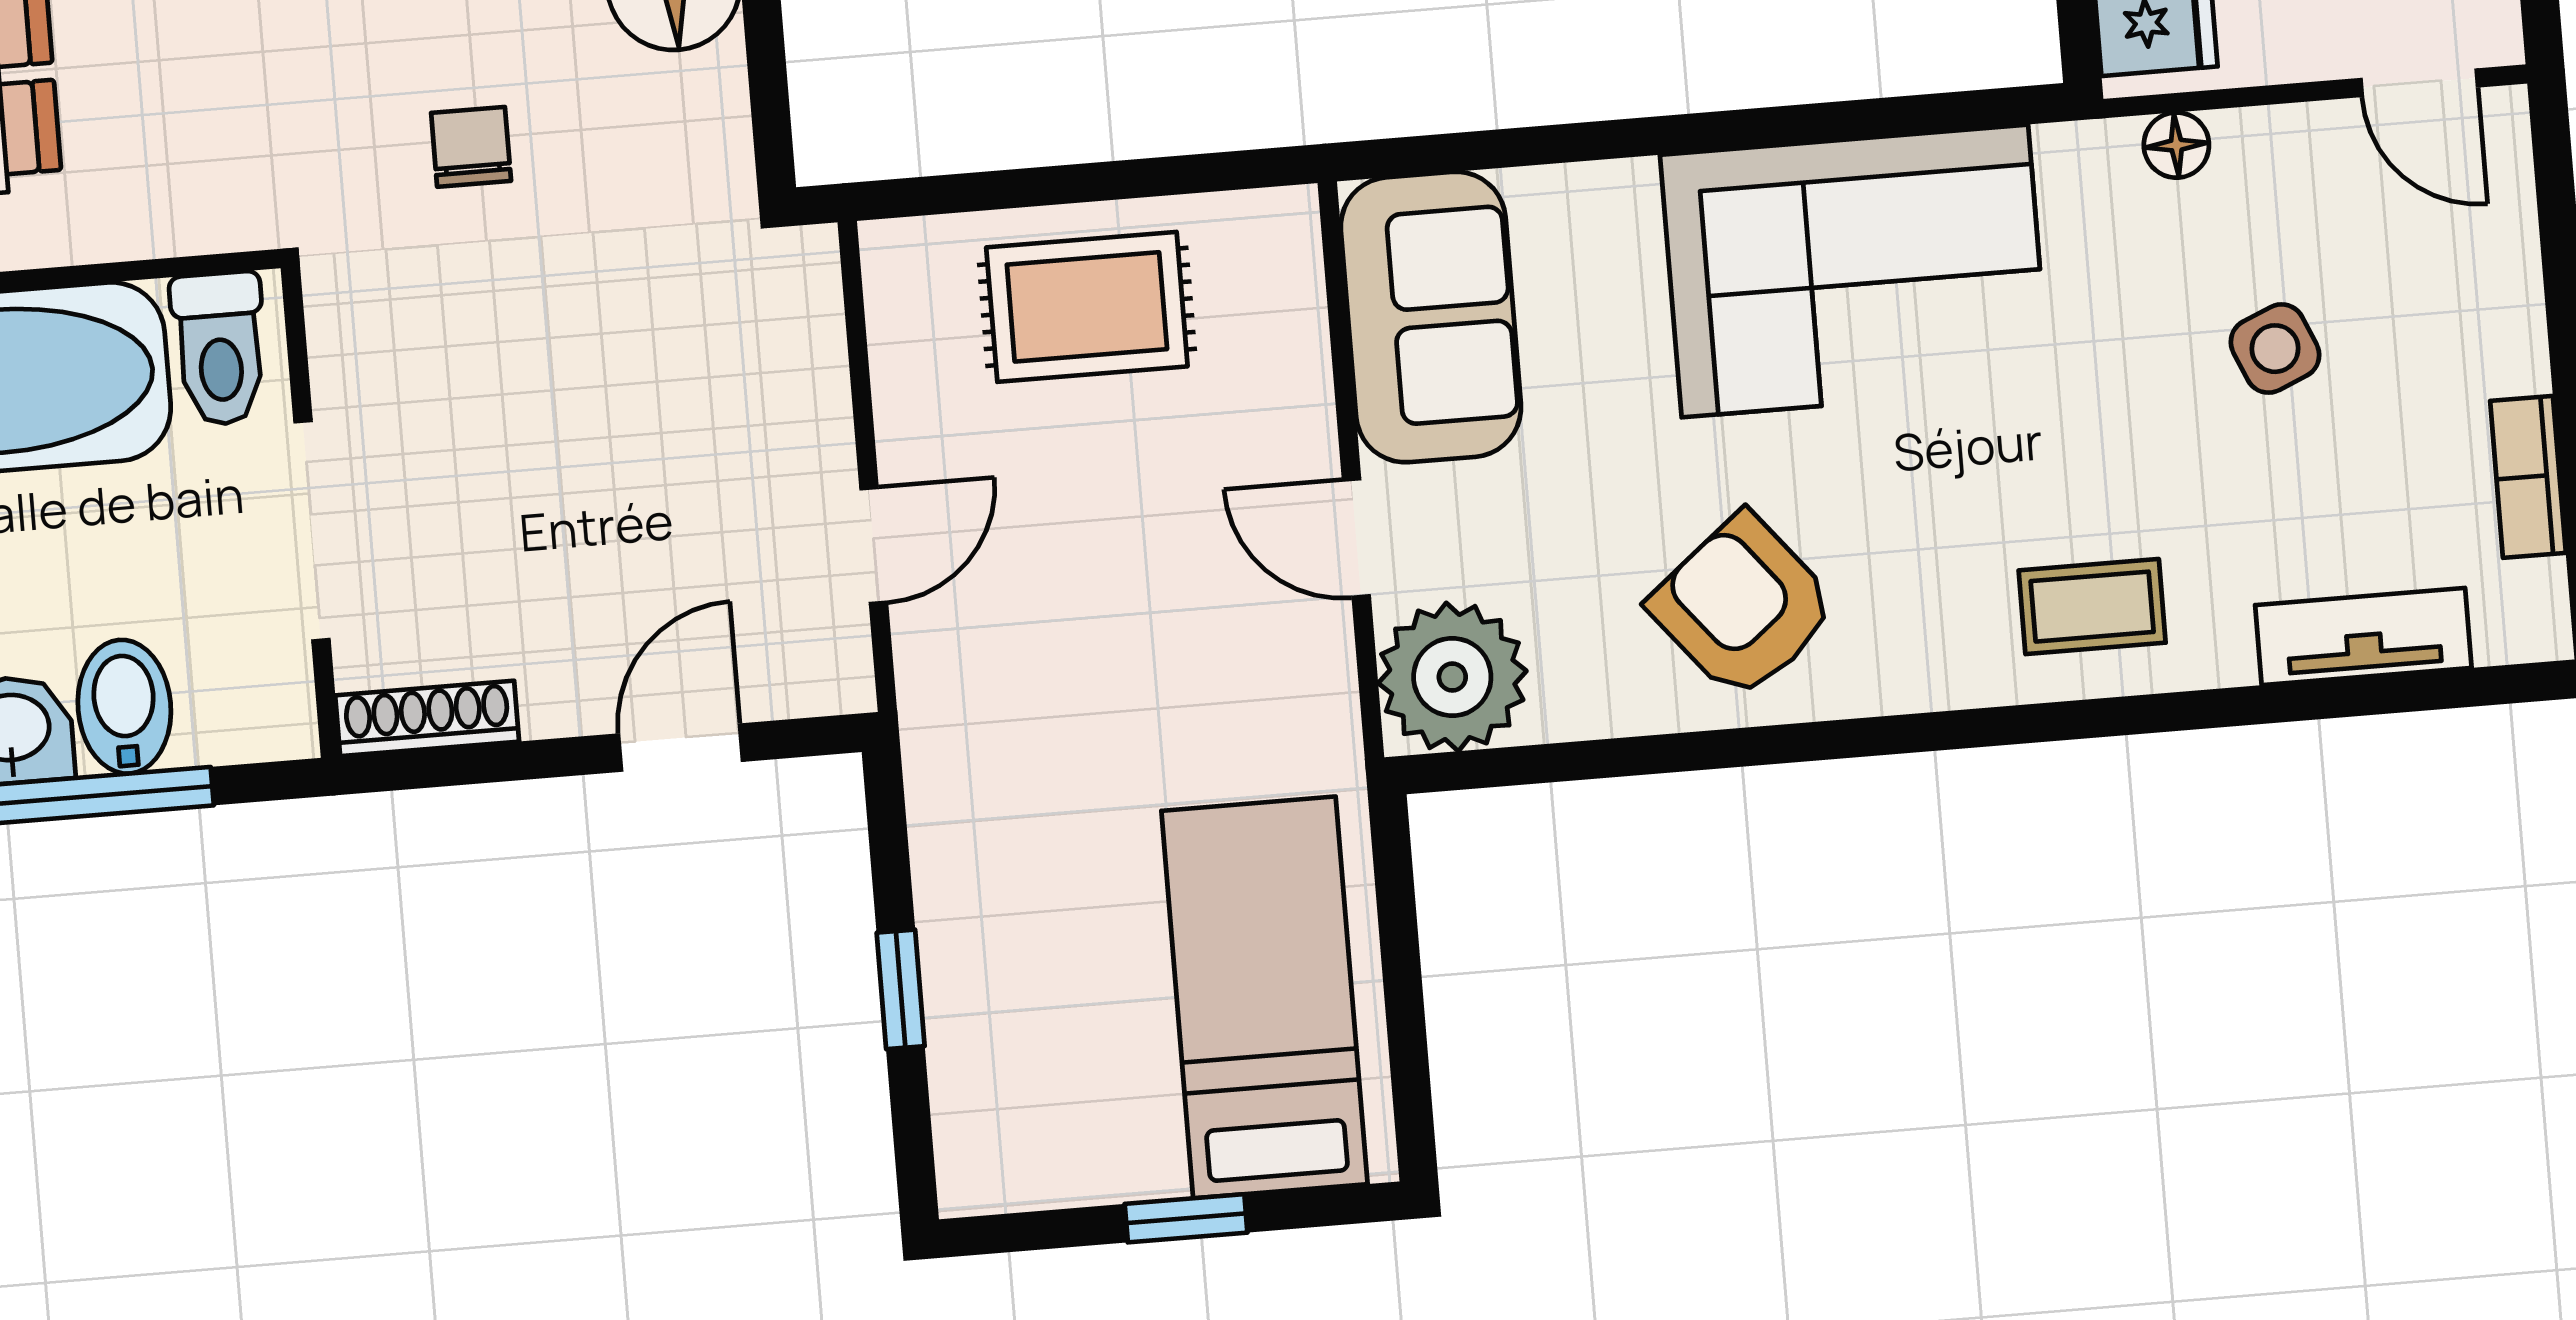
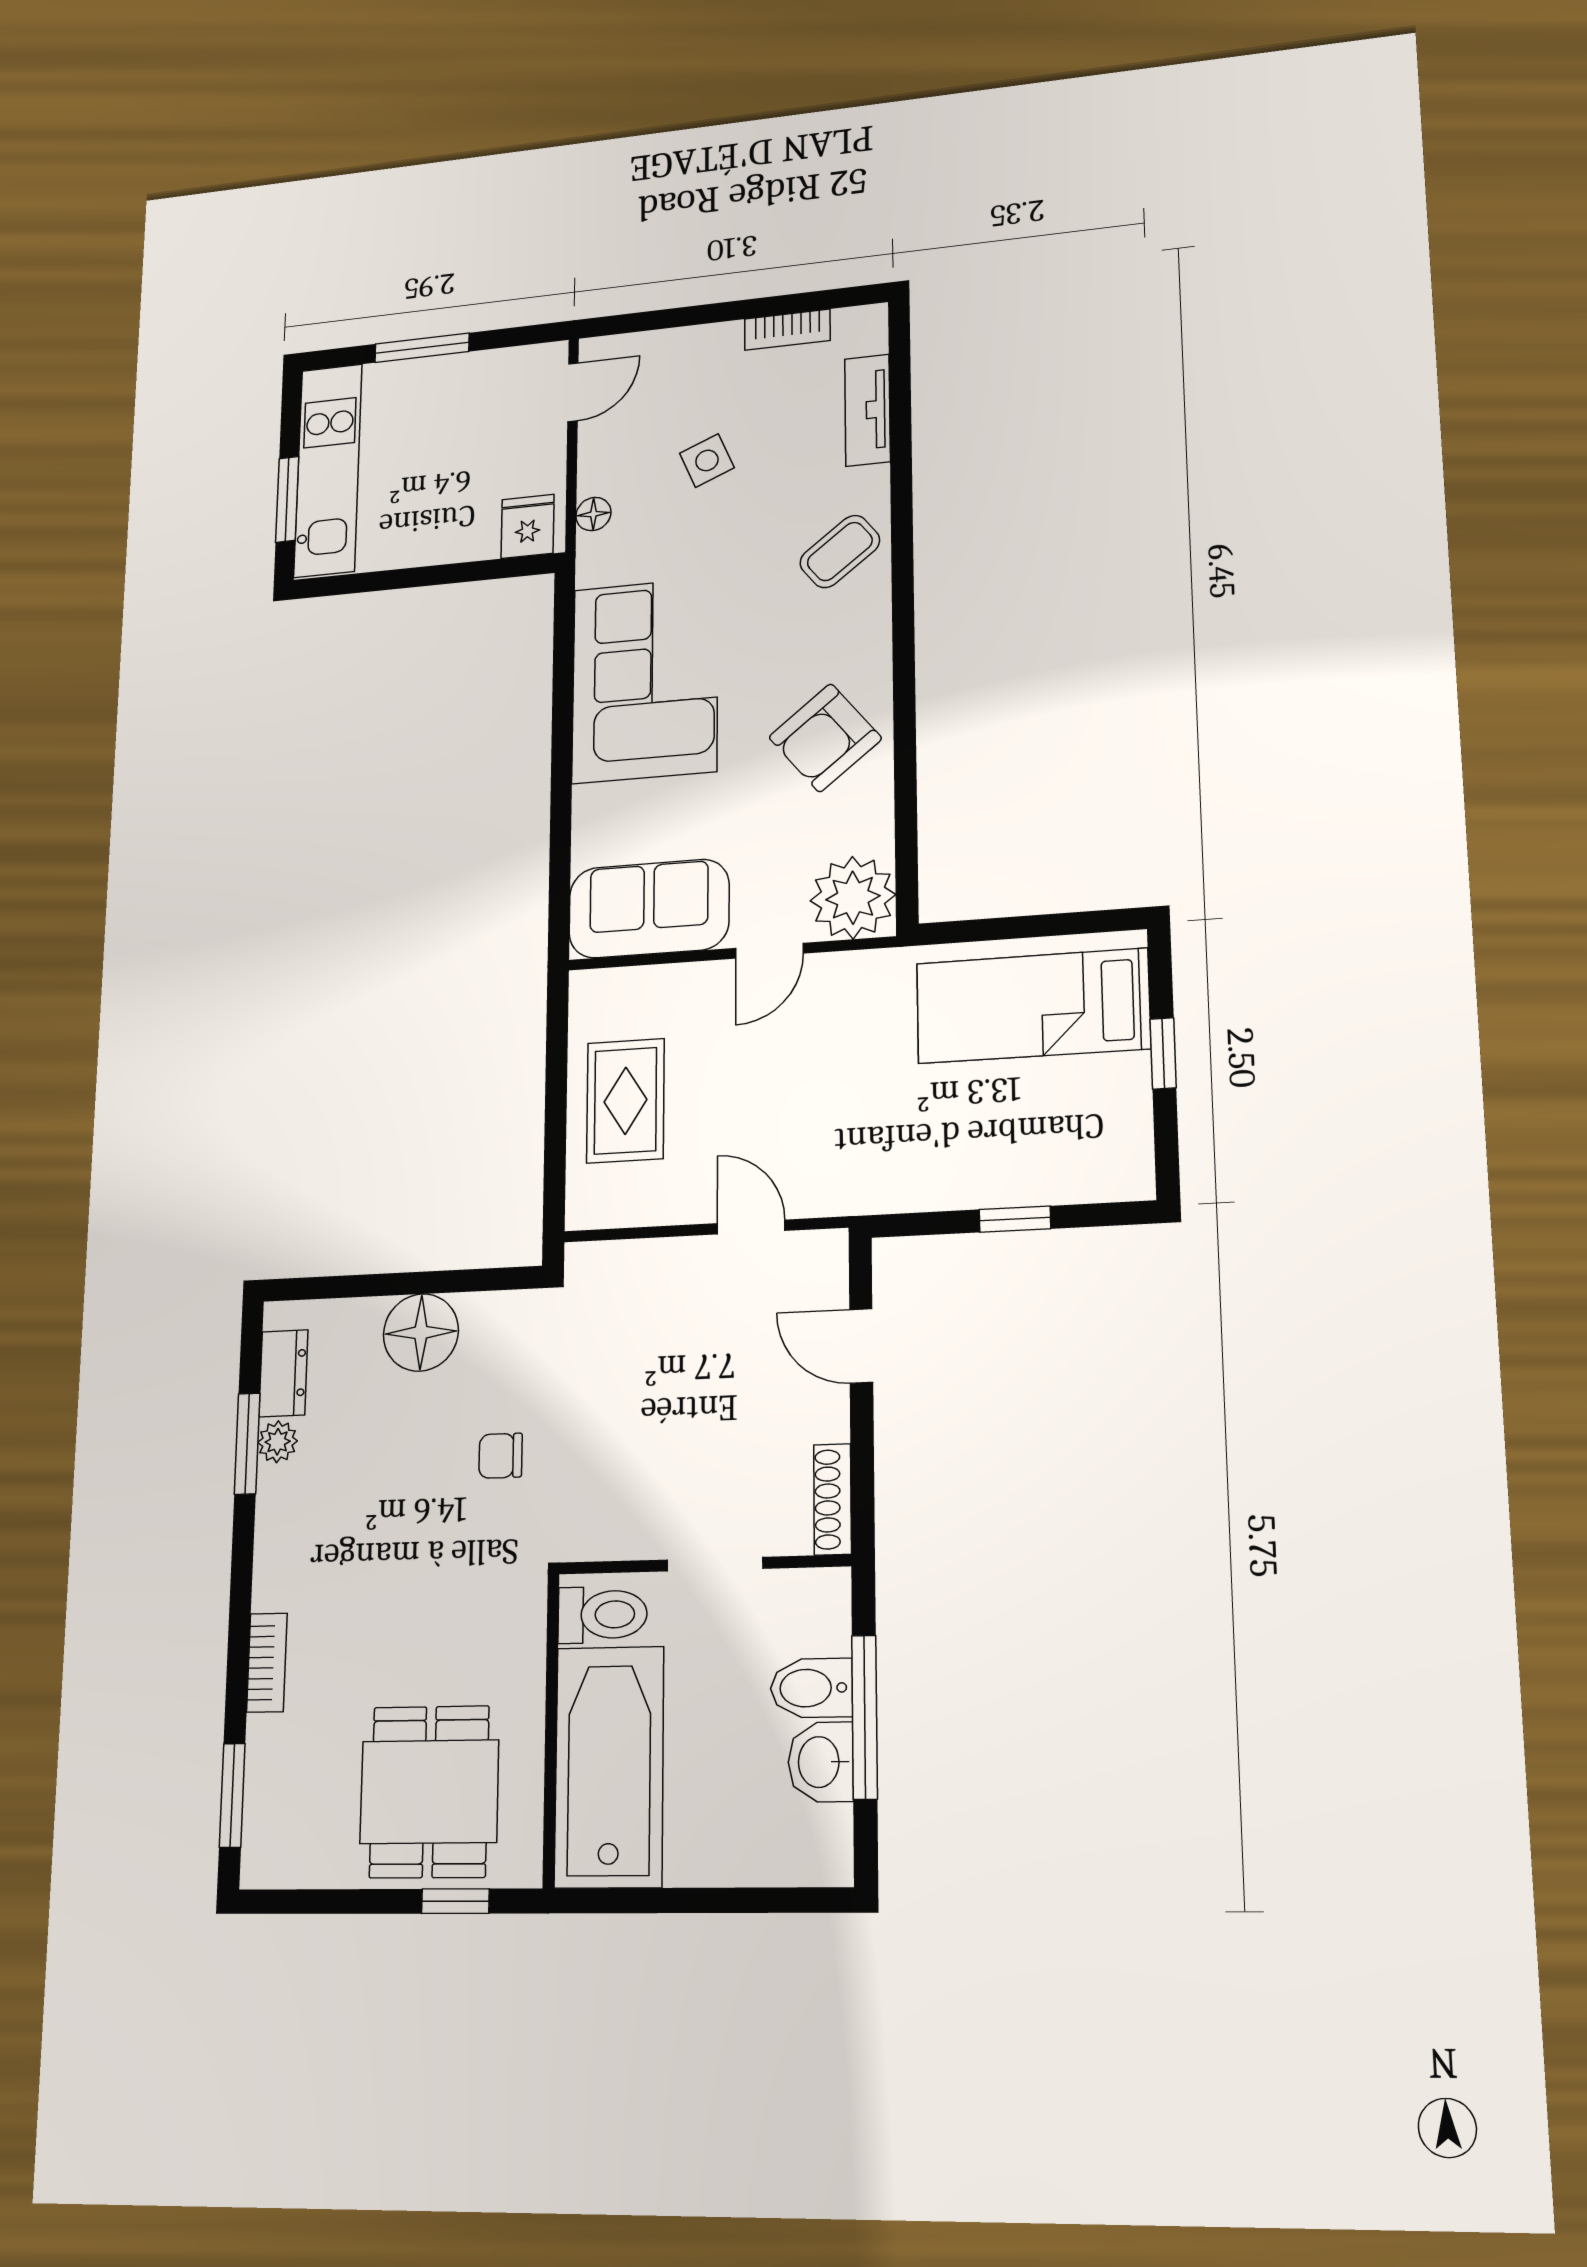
doorway: (312, 531) -> (715, 1564), width x0.73
coffee table: (2092, 607) -> (840, 552), turned 52

